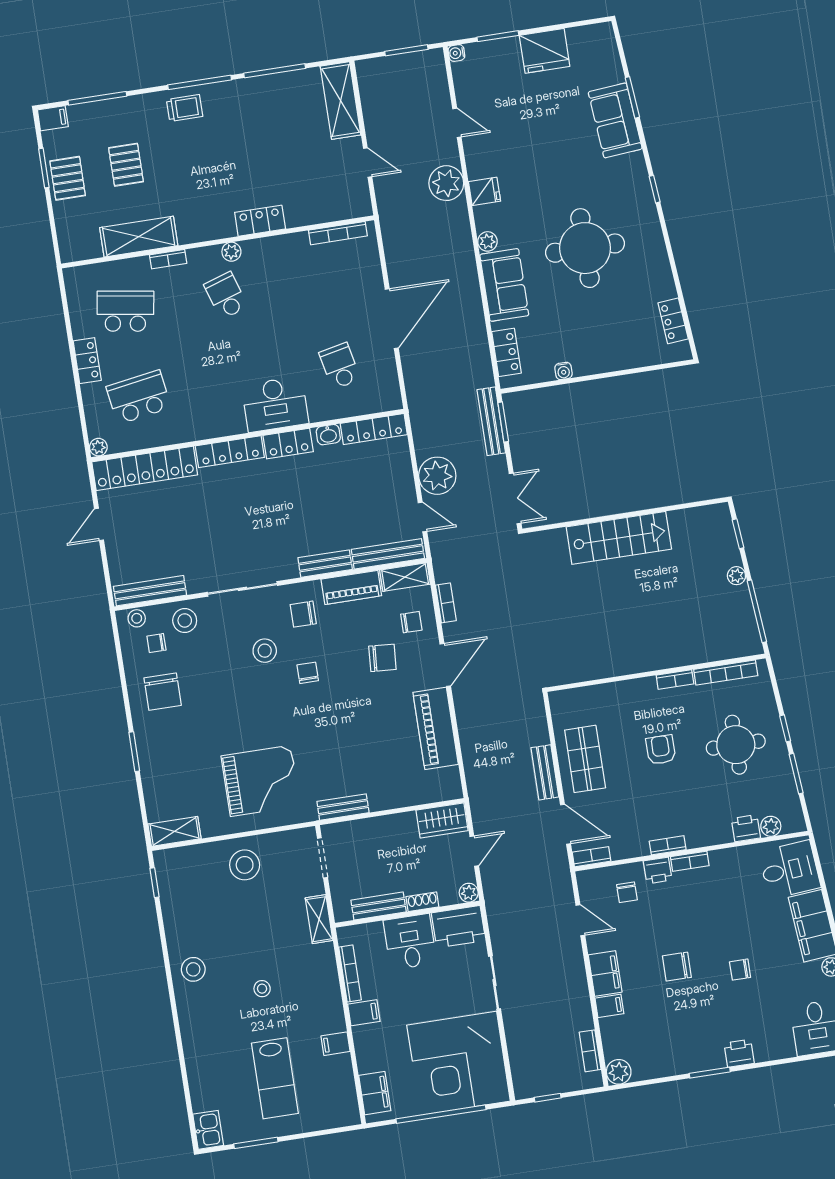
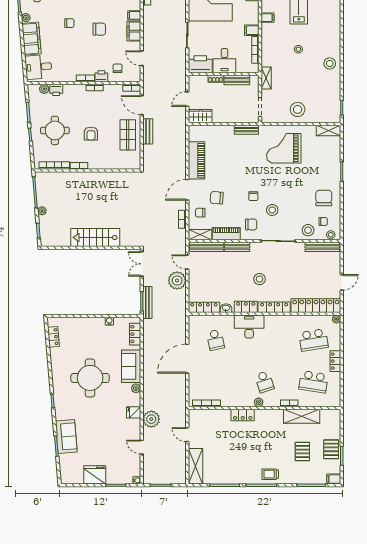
stool: (269, 505) -> (259, 279), added
plant: (469, 893) -> (193, 80), removed

